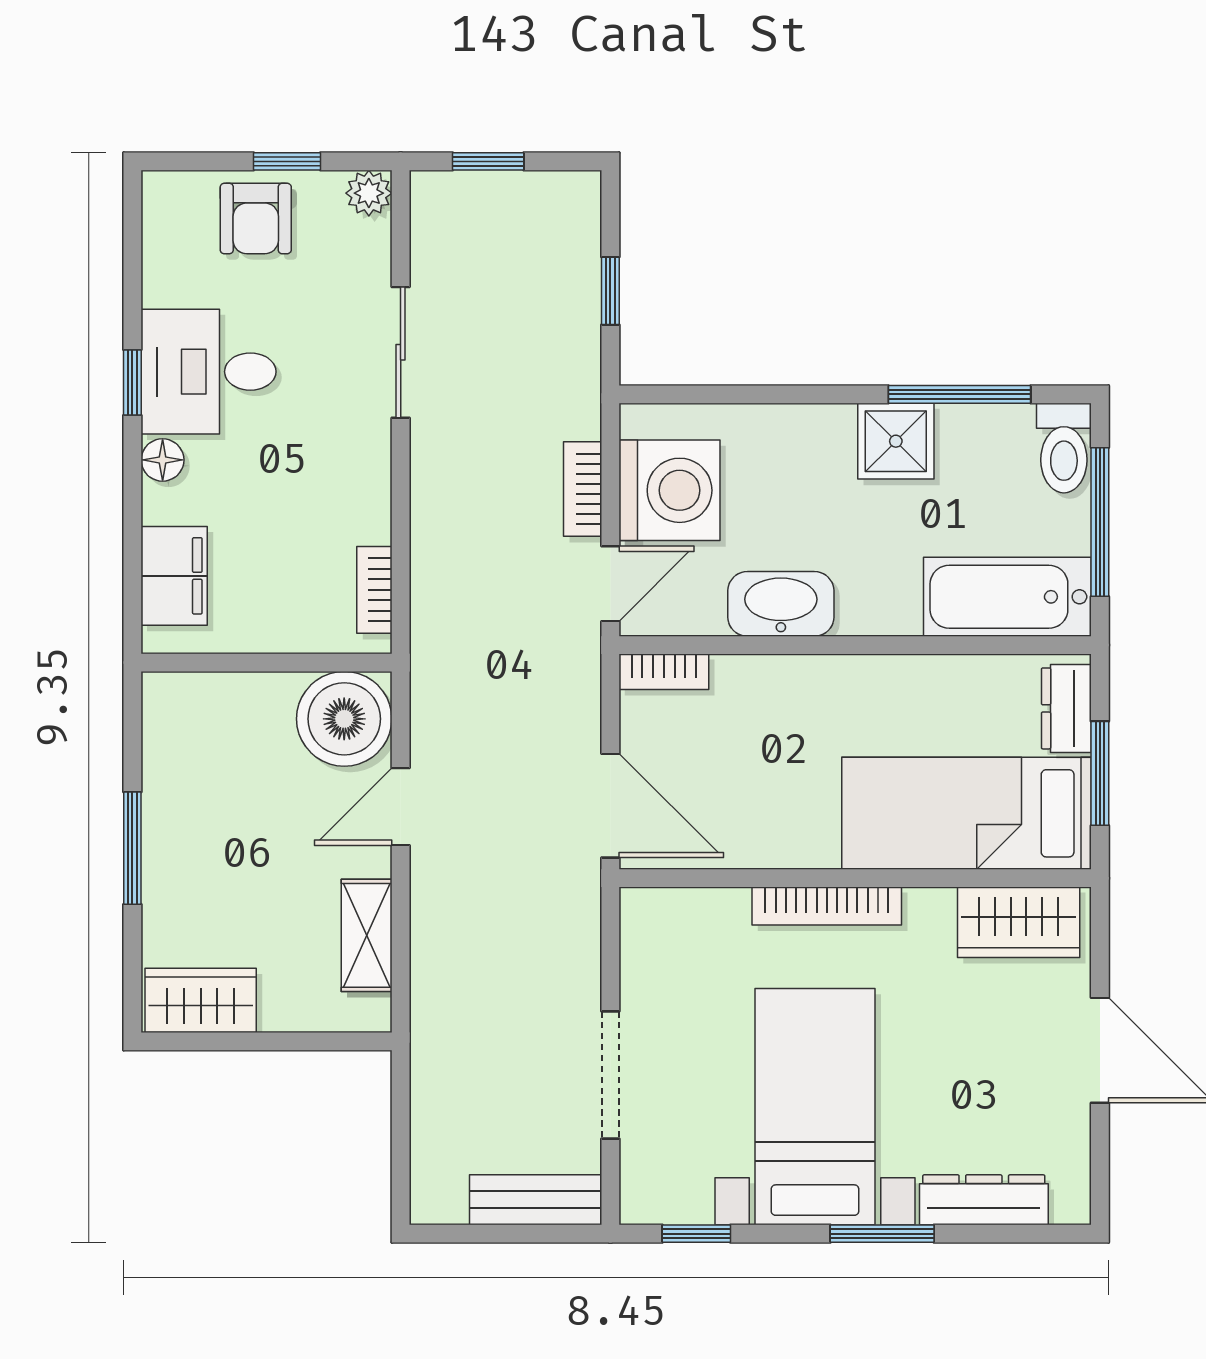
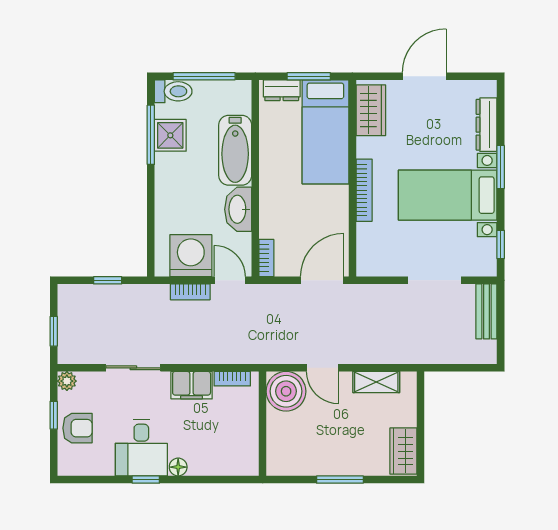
shower: (896, 441) -> (170, 135), moved
filing cabinet: (174, 576) -> (192, 385), moved, turned 180
bathtub: (1007, 597) -> (235, 150), moved

